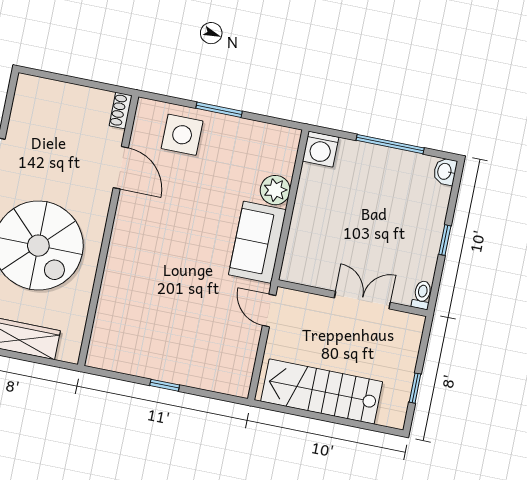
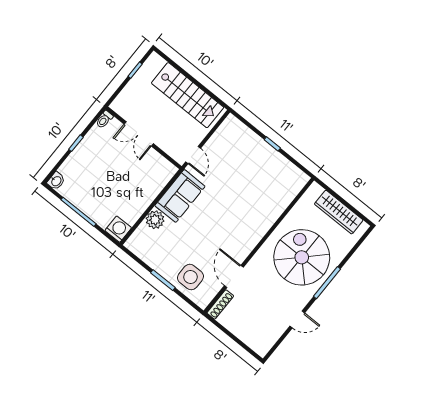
shoe rack: (121, 111) -> (220, 304), width x1.43

